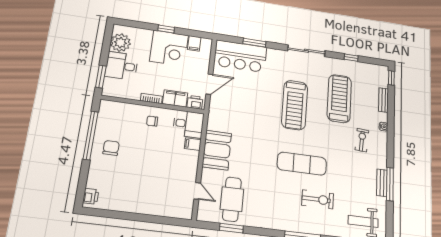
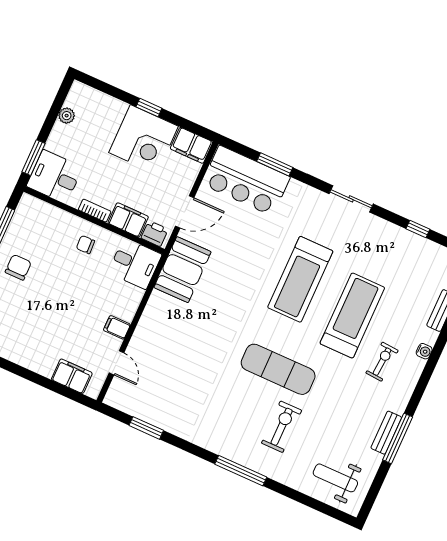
plant: (120, 43) -> (67, 116), width x0.53, depth x0.53
filing cabinet: (194, 43) -> (191, 145), width x2.00
sliding door: (306, 51) -> (351, 199), width x0.73
desk: (122, 66) -> (55, 177), moved
treadmill: (339, 99) -> (352, 316), moved
filing cabinet: (193, 144) -> (117, 327), moved
booth: (217, 150) -> (182, 270), moved
cafe table: (232, 199) -> (160, 389), removed
exercise bike: (318, 199) -> (282, 427), turned -90
filing cabinet: (170, 209) -> (72, 376), added

